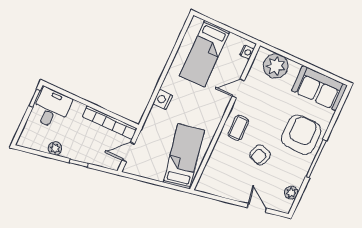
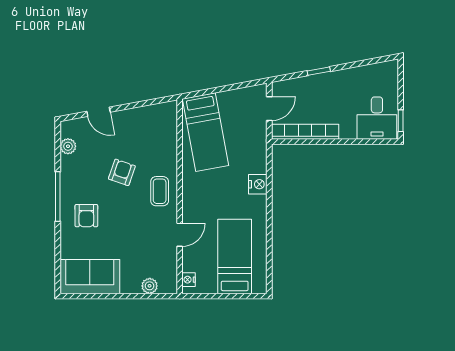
plant: (276, 66) -> (150, 286), width x0.53, depth x0.53
armchair: (301, 135) -> (86, 216), width x0.53, depth x0.53
plant: (55, 148) -> (353, 75), removed

